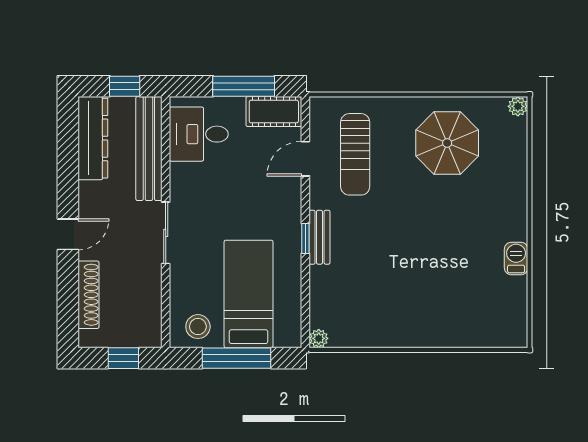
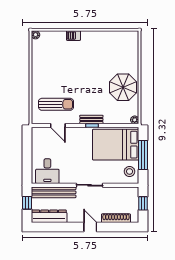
window: (244, 86) -> (27, 152), removed
cot: (274, 112) -> (38, 139), removed
parasol: (447, 143) -> (123, 87), moved
barbecue: (516, 258) -> (73, 36), moved
bed: (249, 294) -> (116, 145), width x1.50

